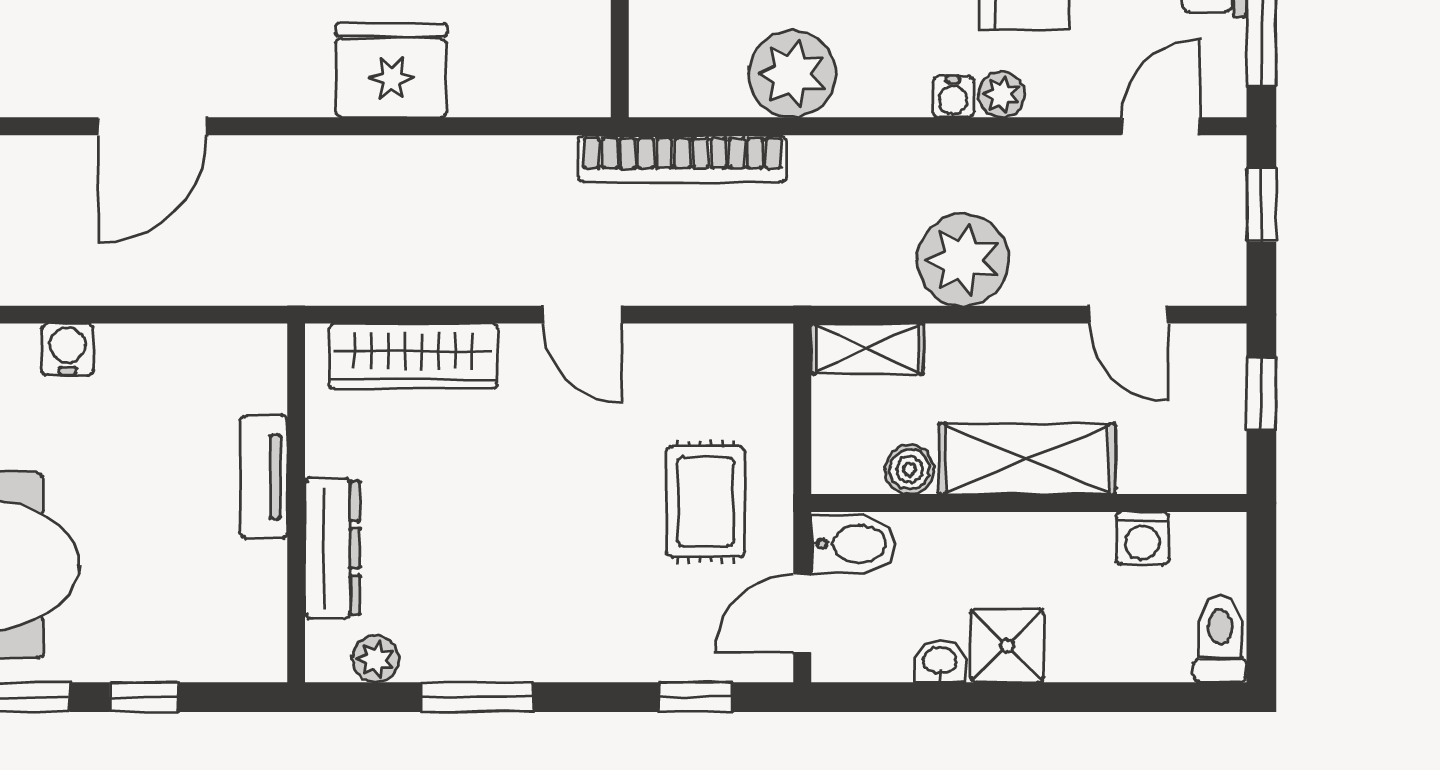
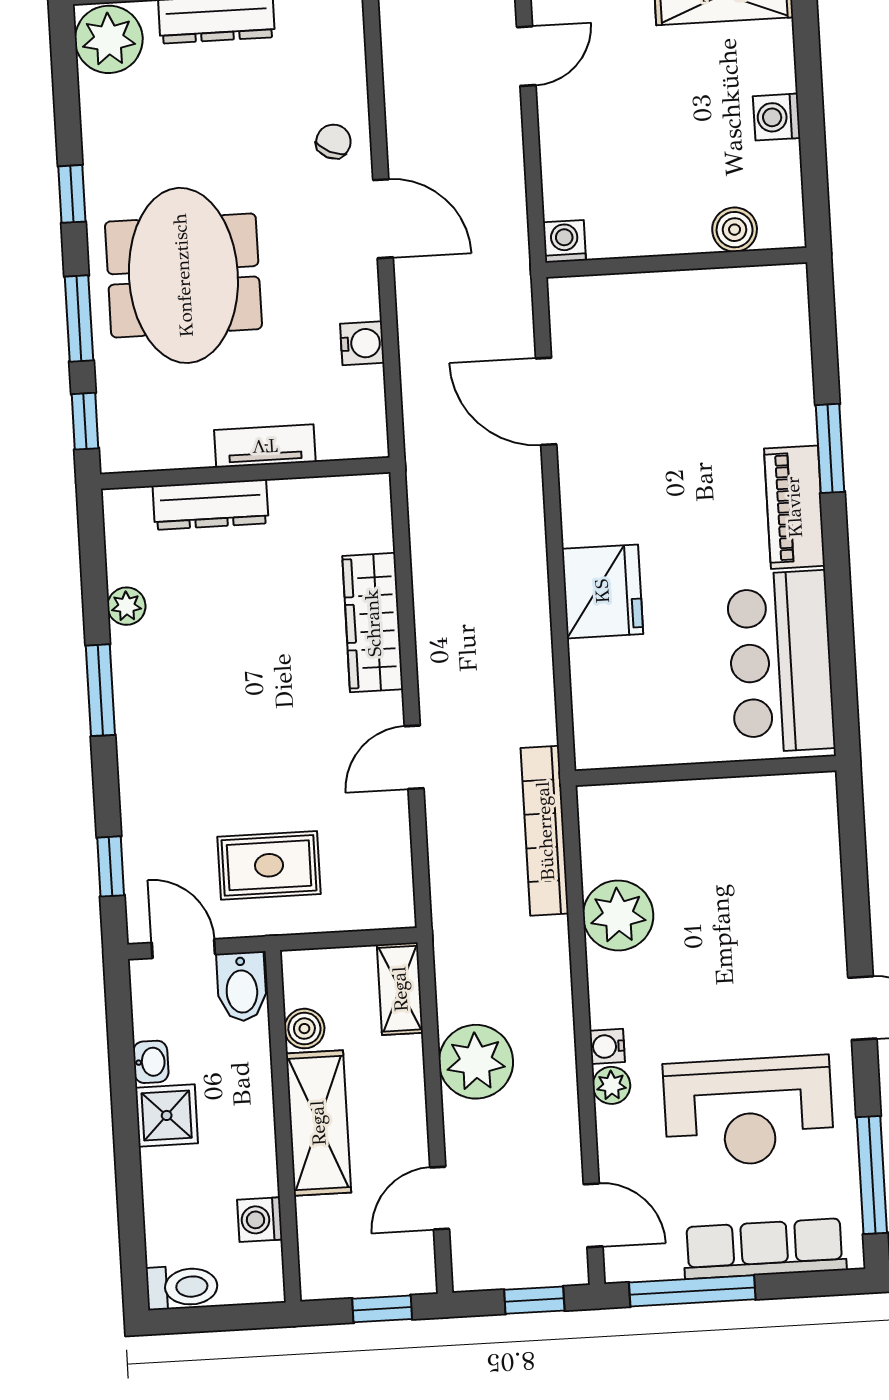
tv unit: (264, 477) -> (265, 446), moved
wall: (296, 503) -> (245, 473), moved
dresser: (332, 548) -> (211, 505), moved

